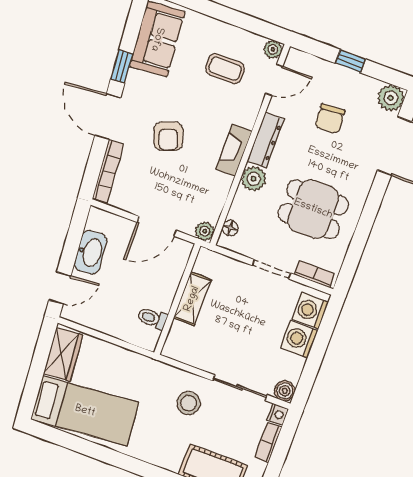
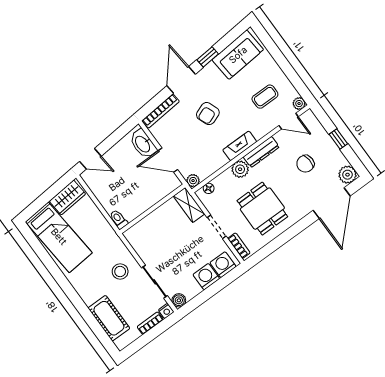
coffee table: (225, 69) -> (265, 97), turned 90
washbasin: (91, 252) -> (143, 144), moved, turned 95
shelving: (192, 299) -> (189, 205), moved, turned 90
toilet: (152, 318) -> (119, 219), moved

